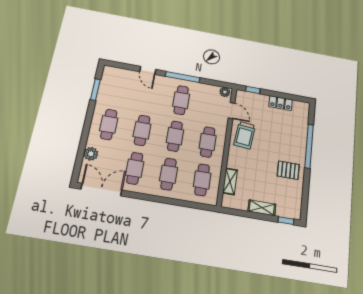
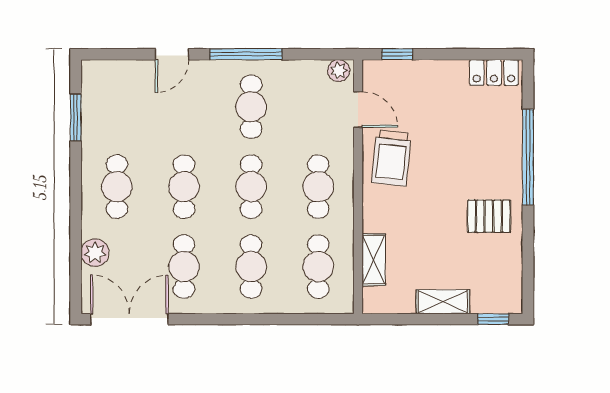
door: (148, 70) -> (172, 54), hinge flipped
locker: (281, 103) -> (494, 73), moved

